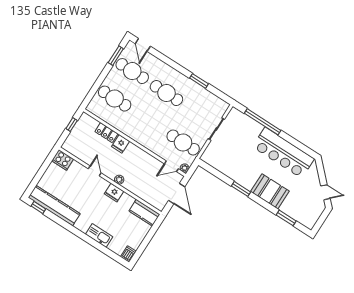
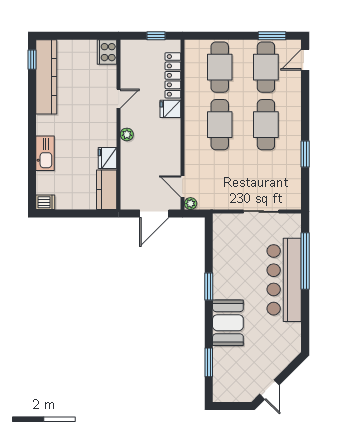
locker: (106, 133) -> (173, 75), width x1.53
cafe table: (183, 143) -> (220, 125), moved
bar counter: (283, 153) -> (284, 280), moved
fridge: (114, 193) -> (107, 158), moved

